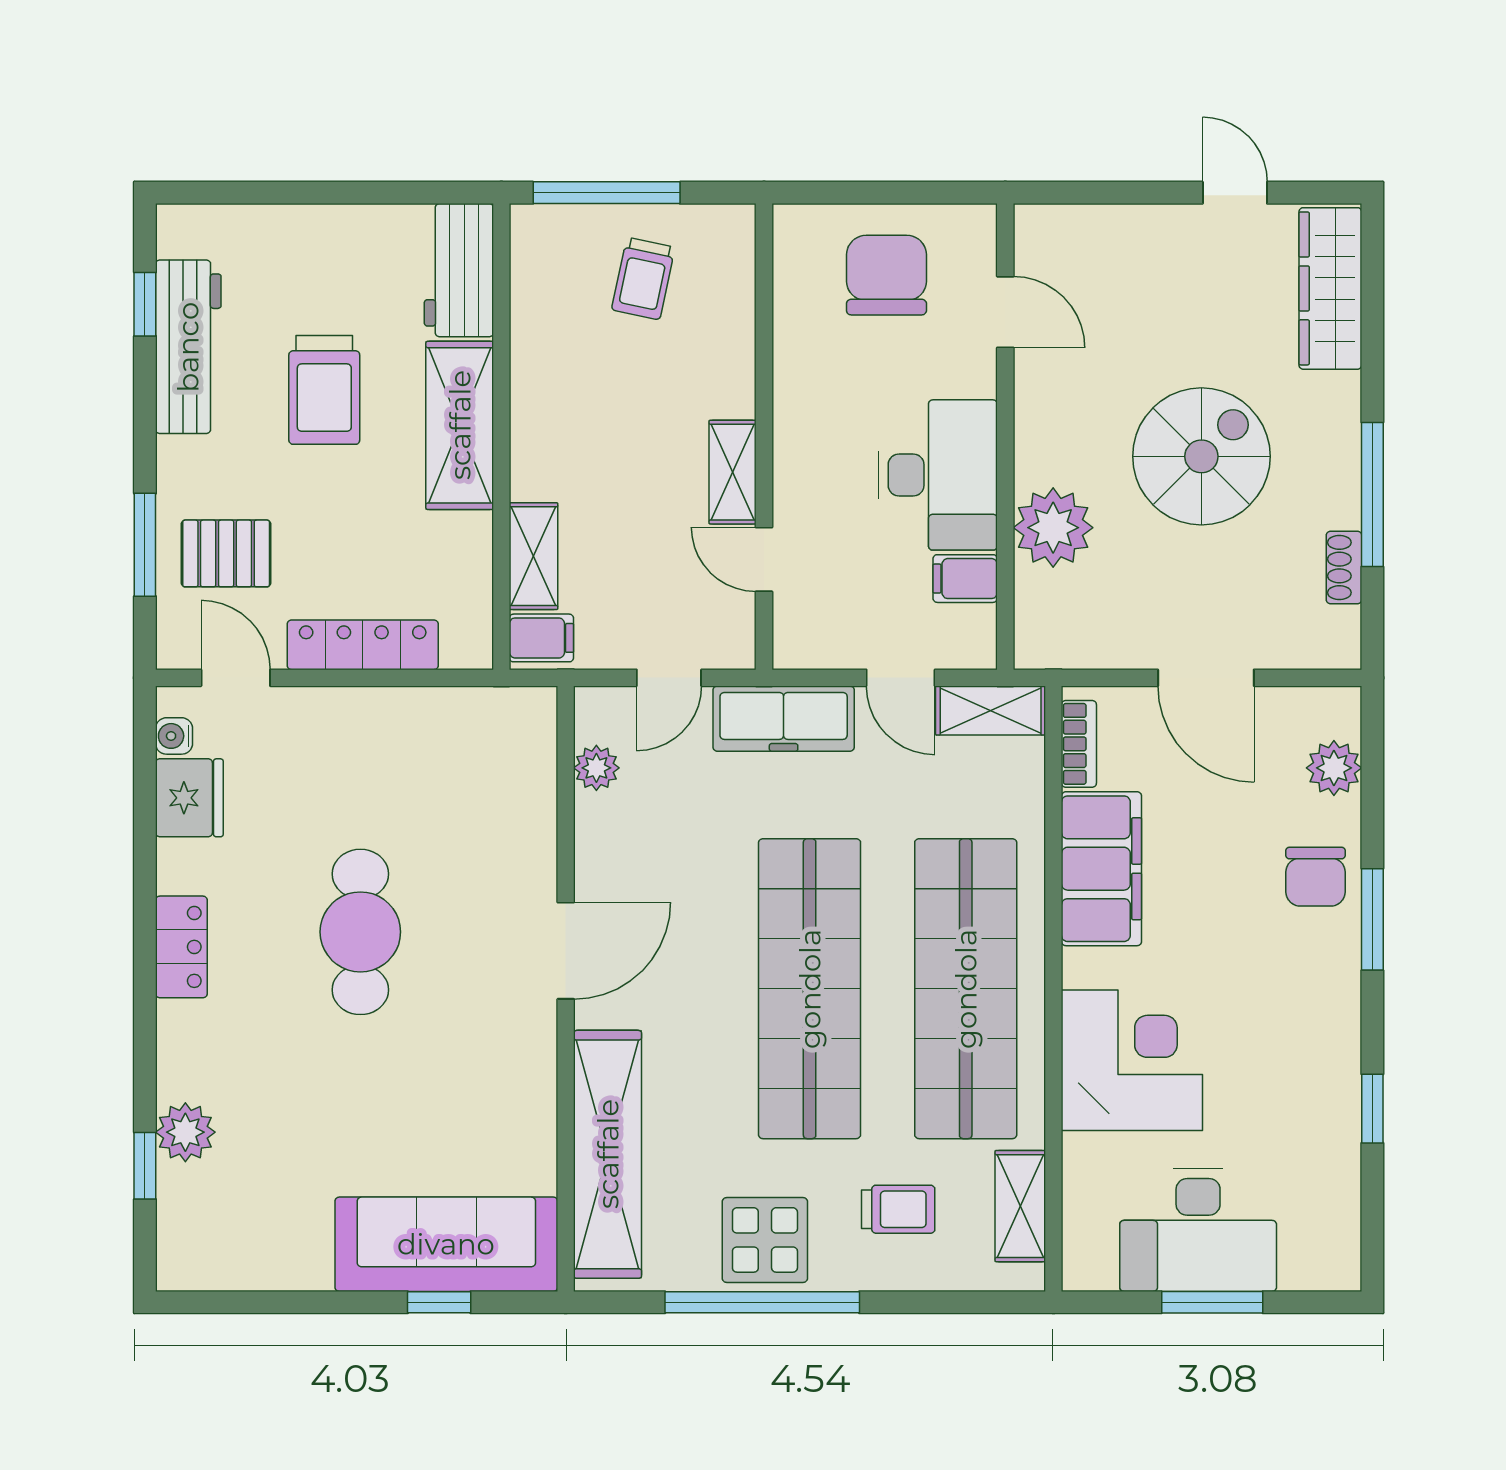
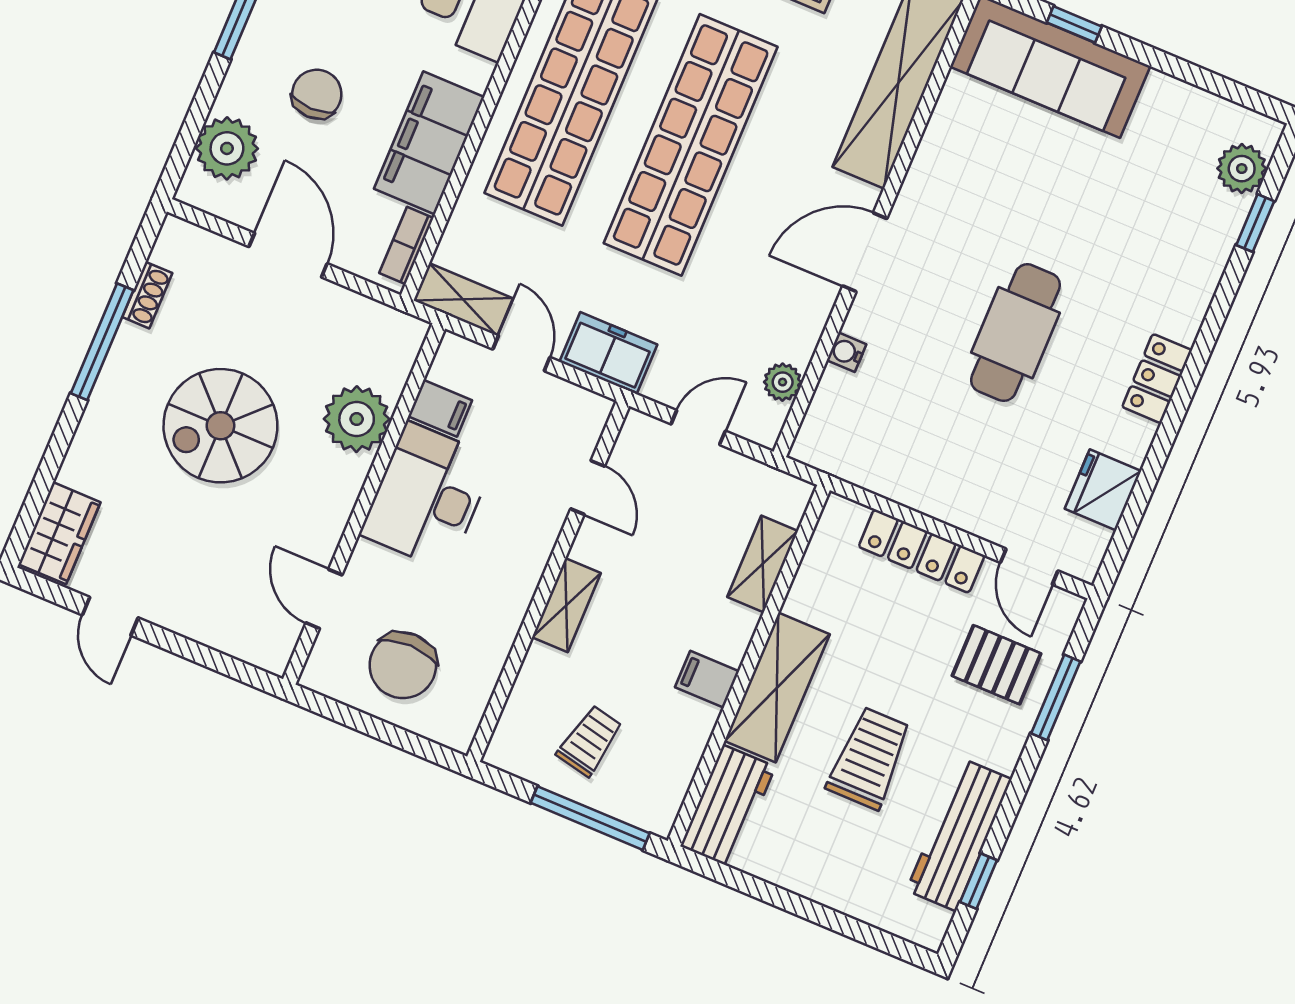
wardrobe: (1330, 288) -> (59, 533), width x0.67
shelving: (733, 472) -> (566, 605), moved
filing cabinet: (541, 638) -> (707, 679), moved
freezer: (784, 719) -> (608, 353), width x0.71
water cooler: (174, 736) -> (846, 352), moved, turned 180
plant: (1334, 768) -> (227, 148), width x1.36, depth x1.36
chair: (1315, 877) -> (317, 94), moved
plant: (185, 1132) -> (1242, 169), moved

